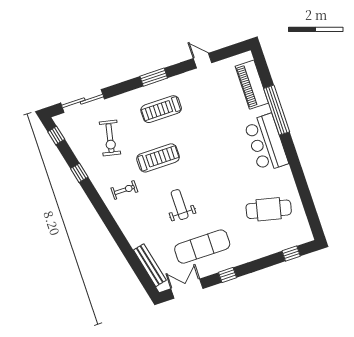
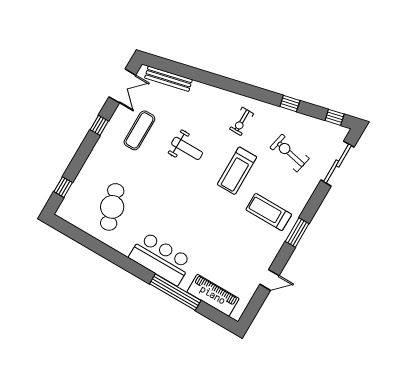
treadmill: (161, 109) -> (269, 212), turned -90
cafe table: (269, 209) -> (112, 207), turned -31
exercise mat: (202, 247) -> (139, 130), width x0.73, depth x0.69

